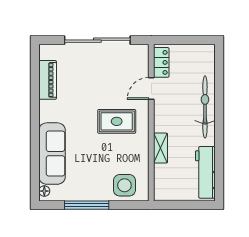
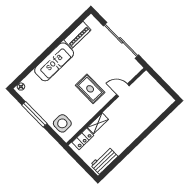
locker: (161, 62) -> (83, 139), moved
bicycle: (205, 107) -> (140, 126), removed
sofa: (52, 154) -> (54, 62), moved
workbench: (205, 172) -> (104, 161), width x0.73

